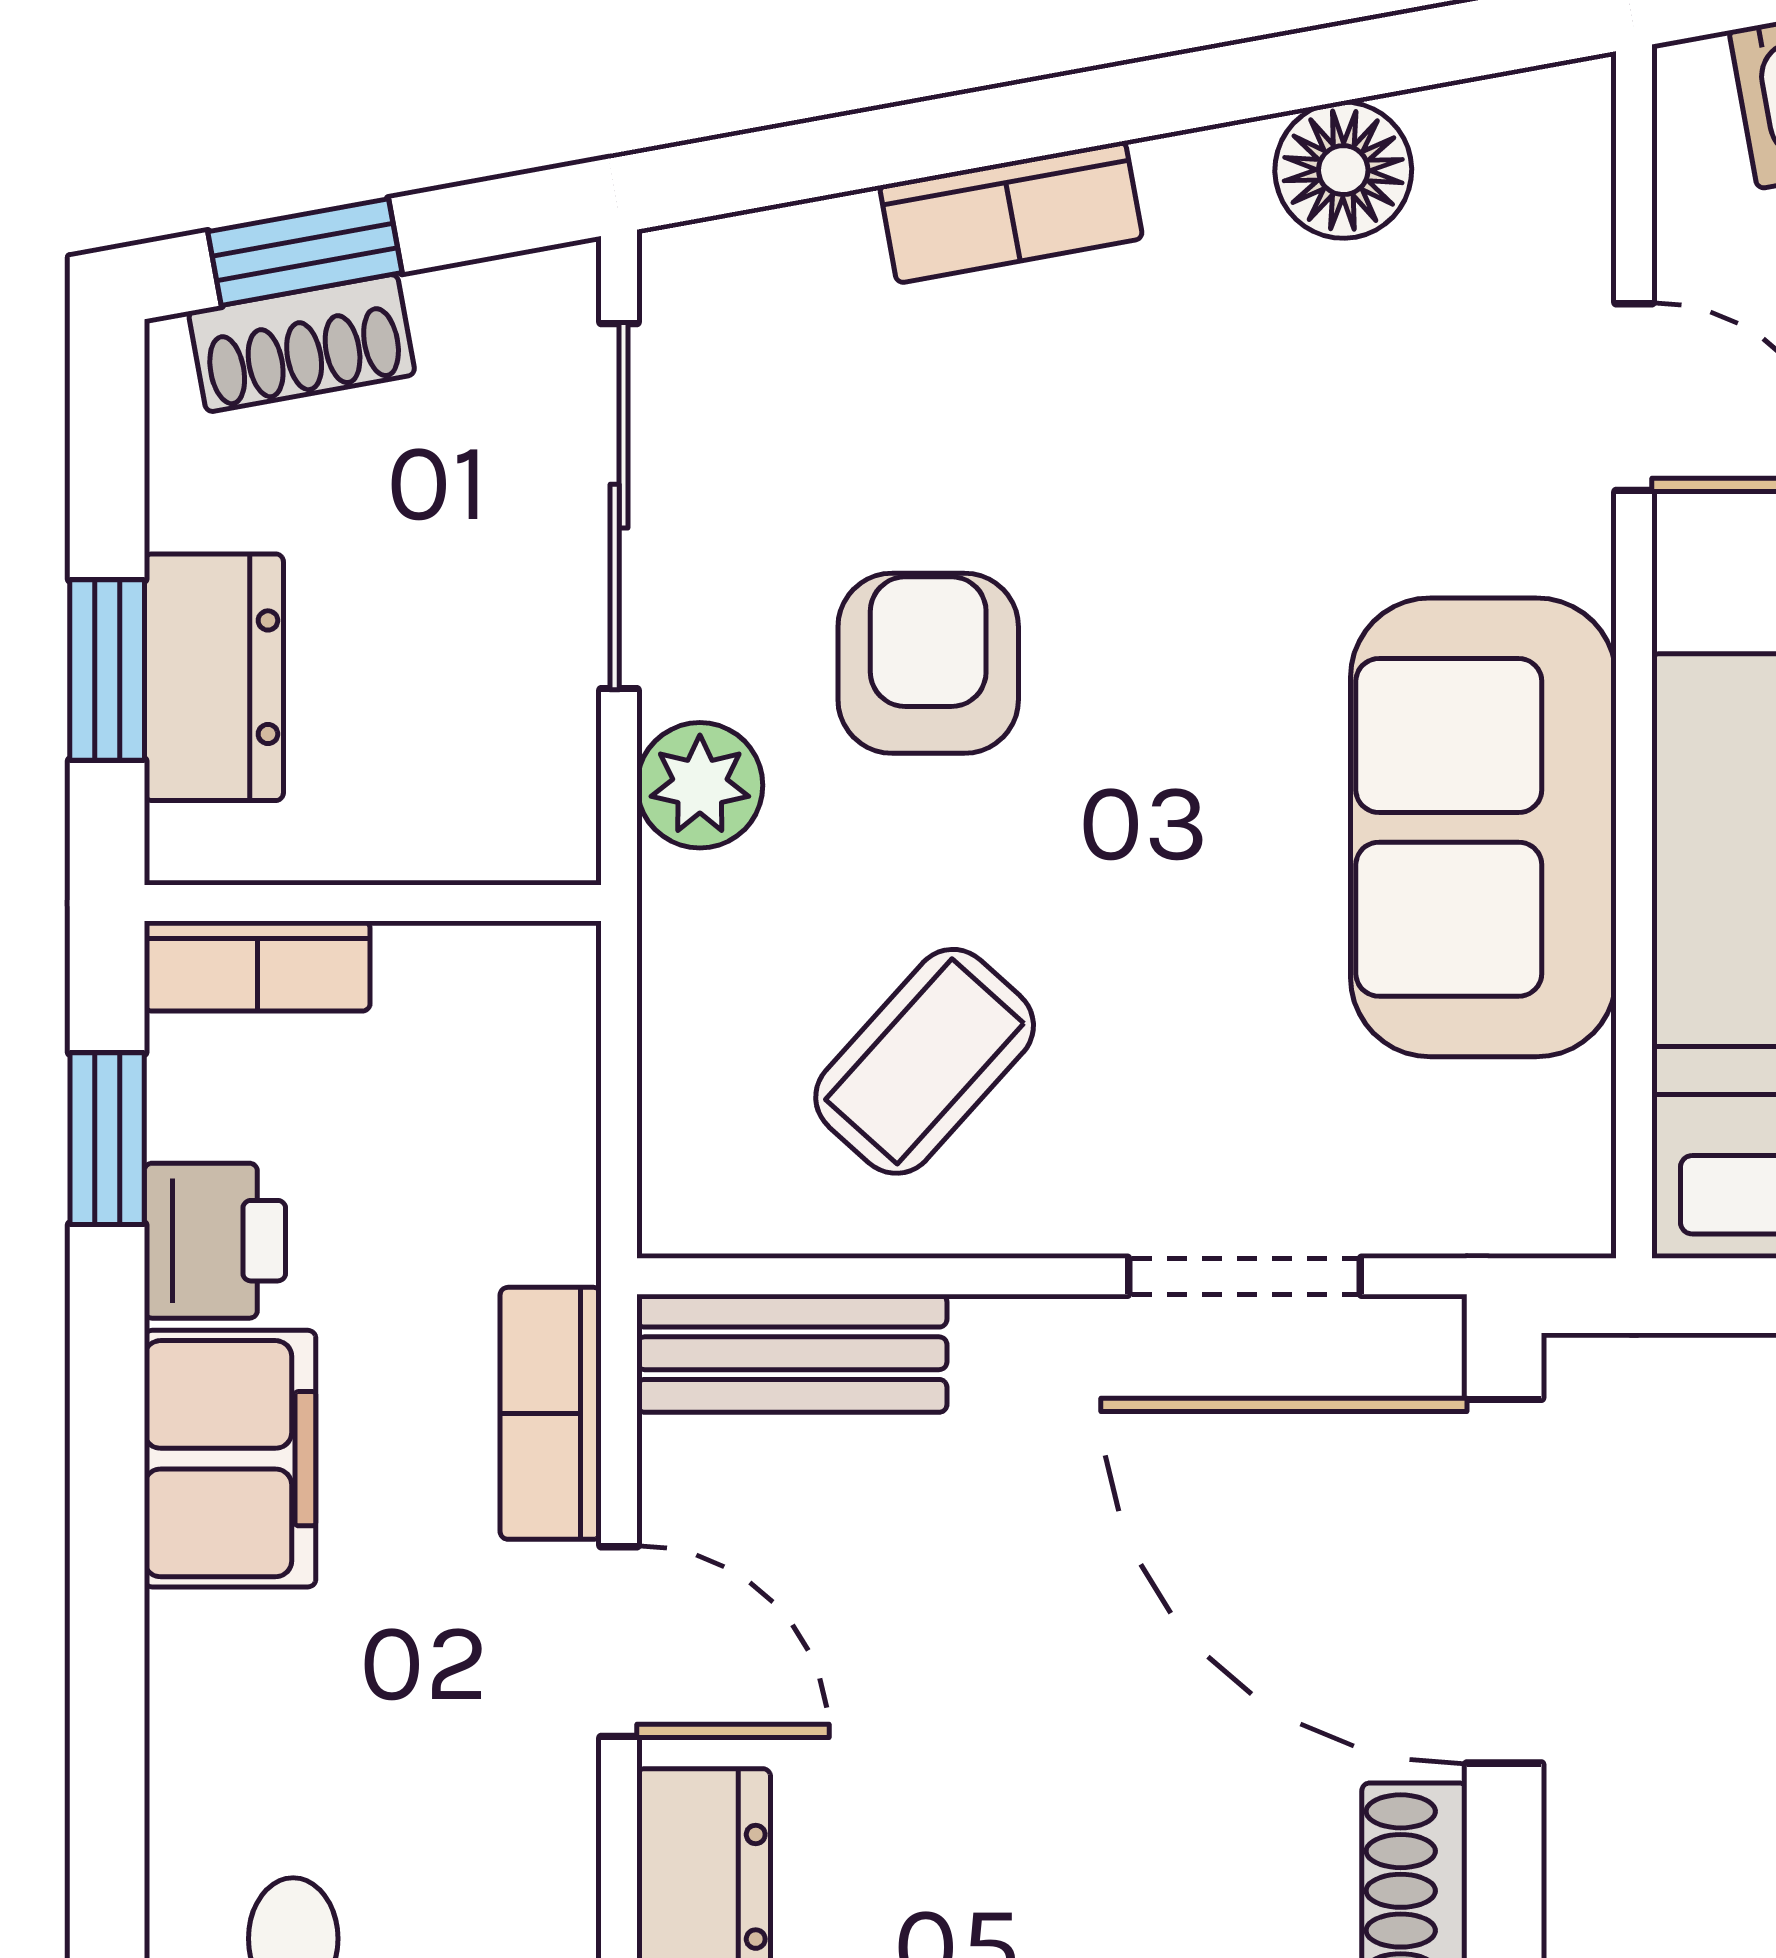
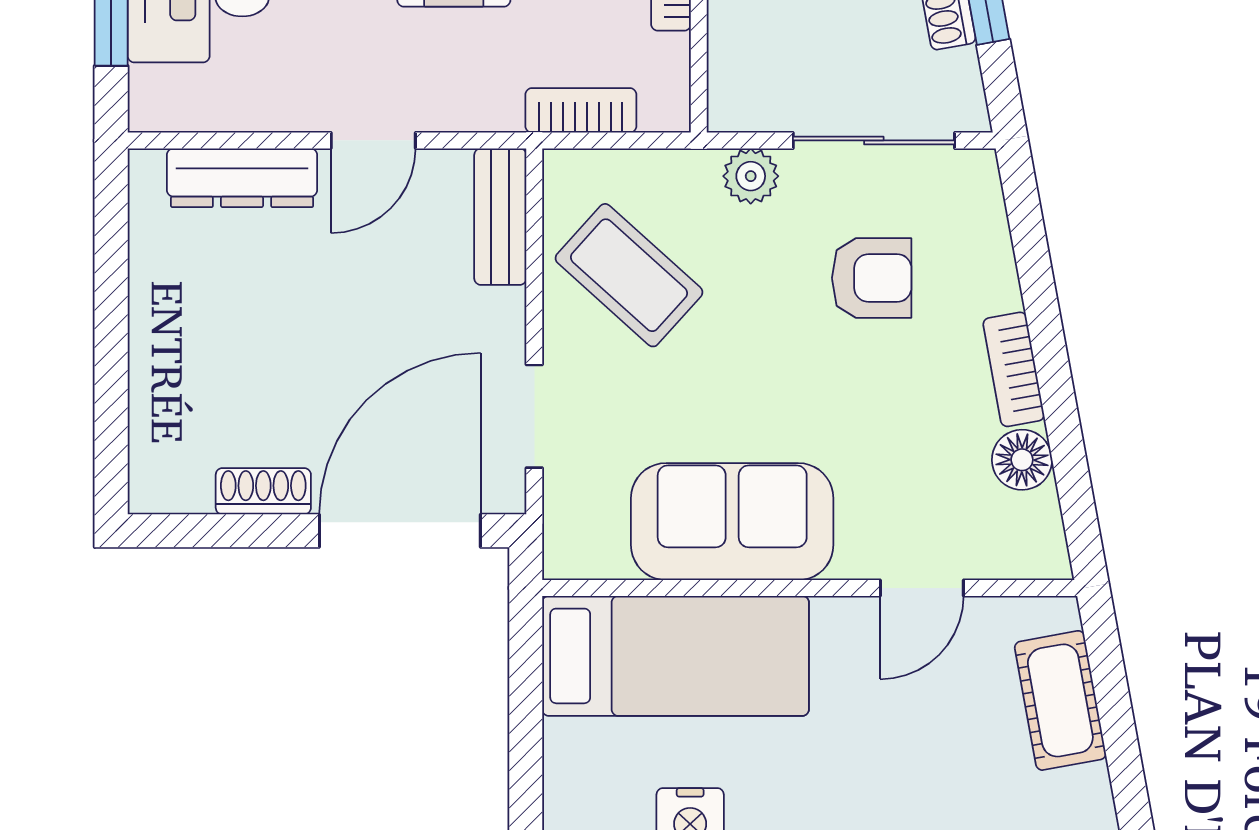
bookcase: (1011, 212) -> (1014, 369), moved
armchair: (928, 663) -> (872, 278), moved
coffee table: (925, 1061) -> (629, 275), width x1.36, depth x1.30
bookcase: (551, 1413) -> (581, 110), moved

